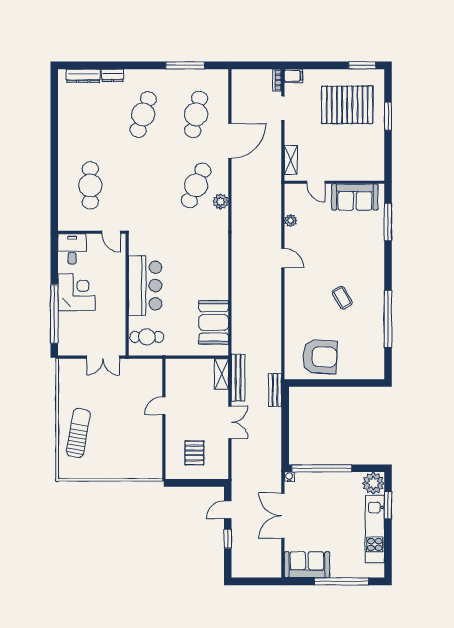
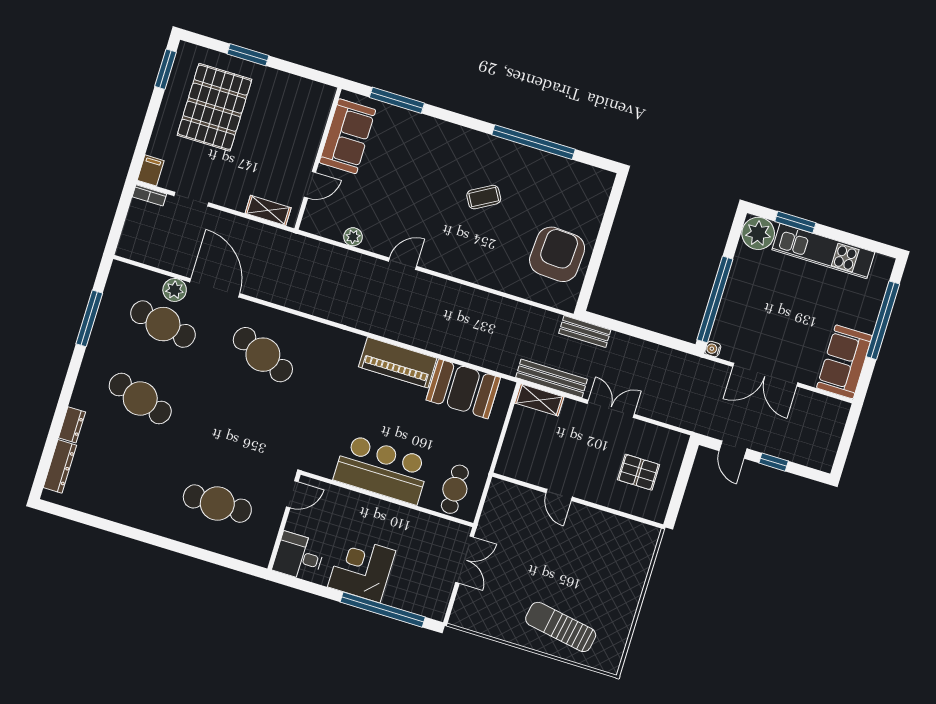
plant: (221, 202) -> (175, 290), moved
piano: (218, 275) -> (398, 362), added

